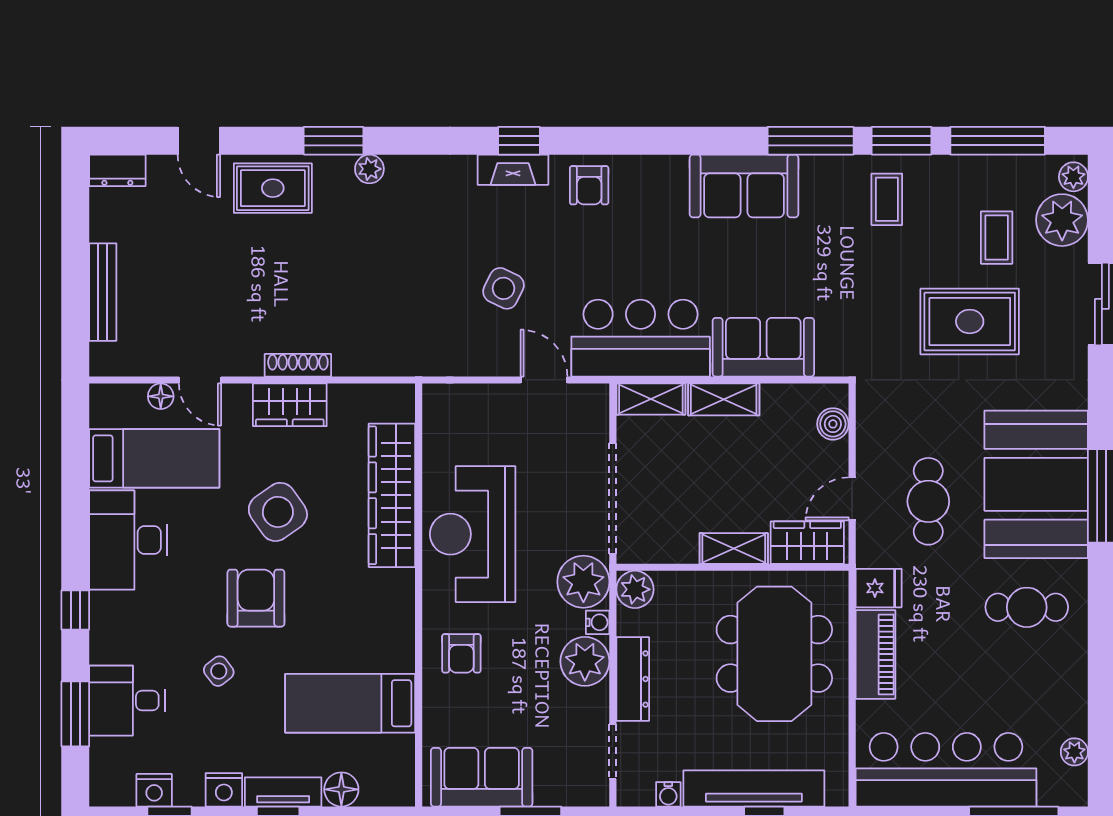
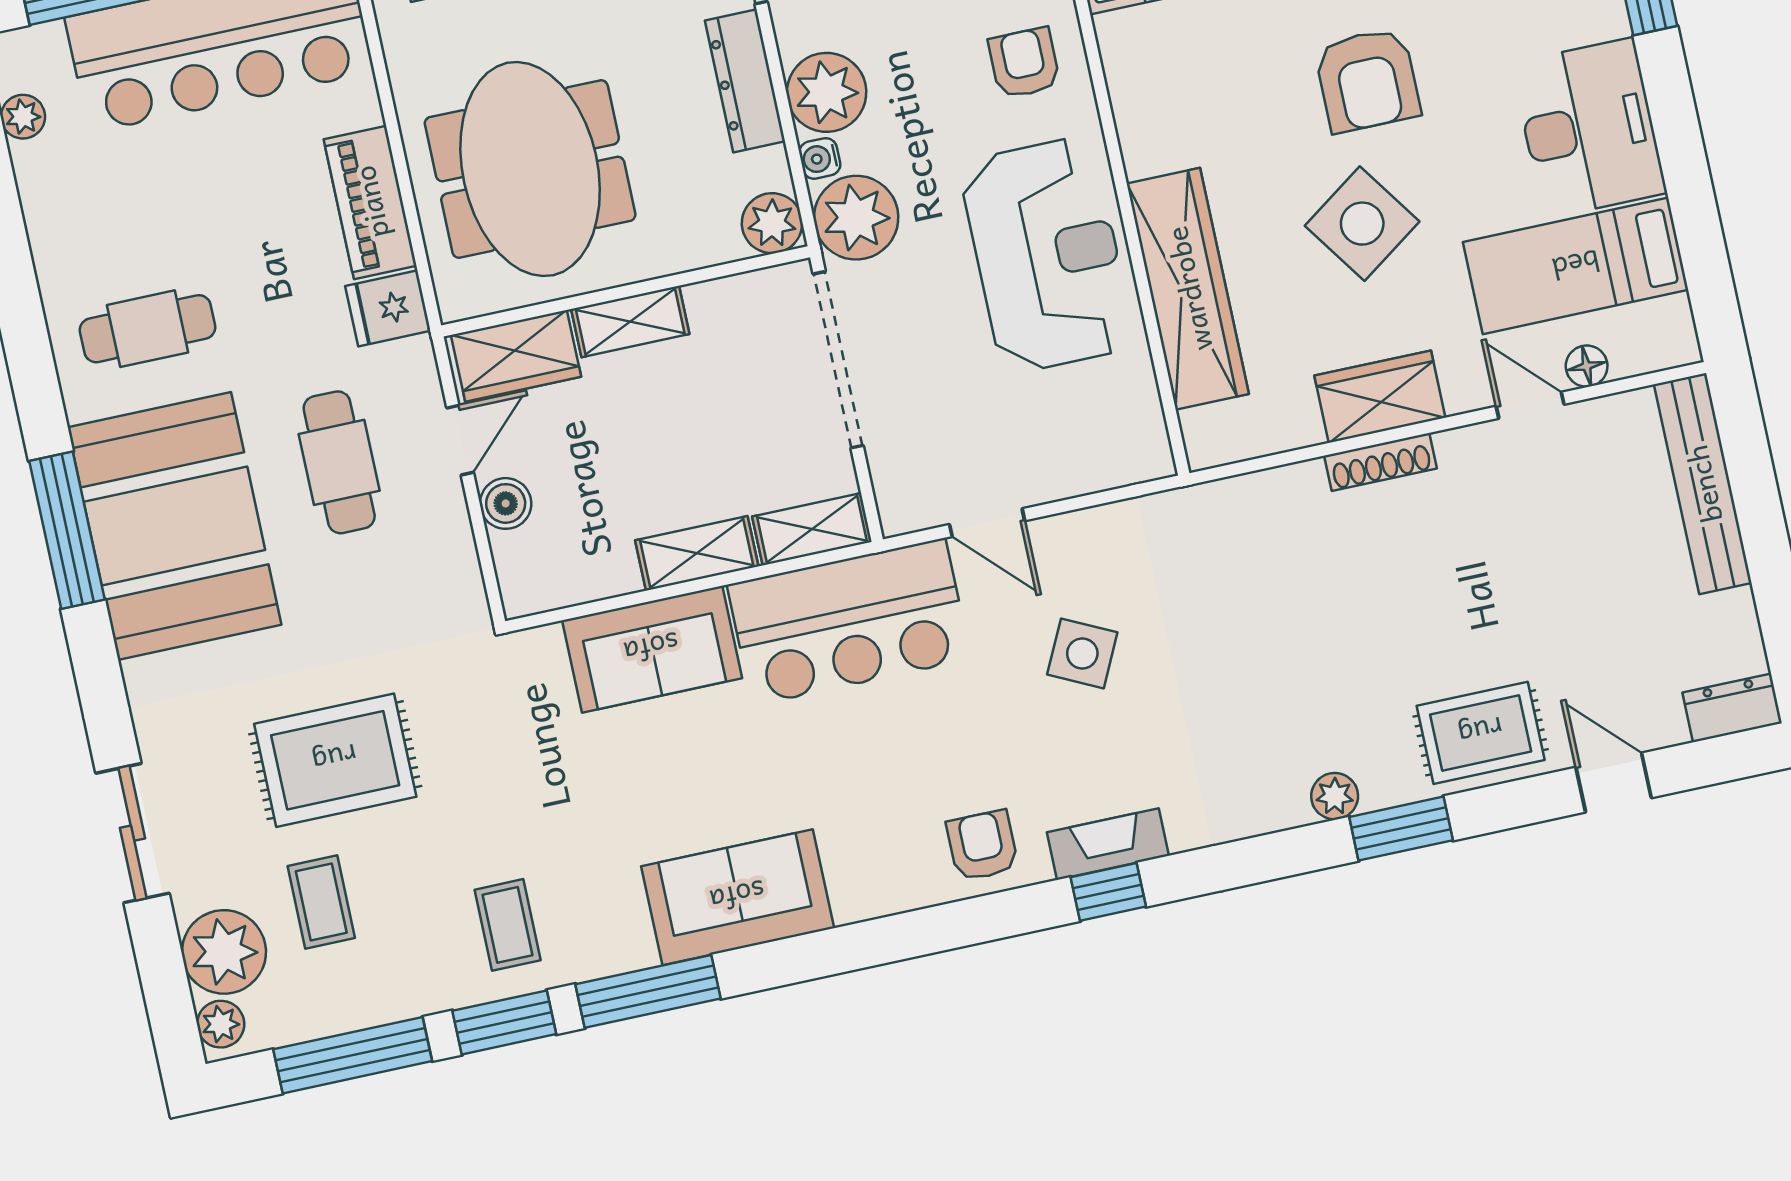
bench: (103, 292) -> (1703, 484), width x1.37, depth x1.21
boiler: (833, 424) -> (506, 503), moved

